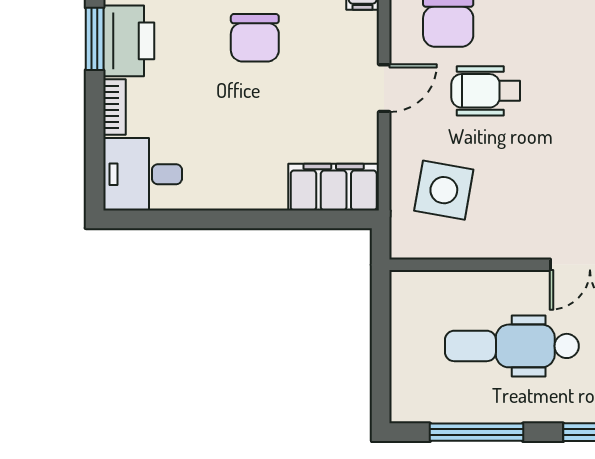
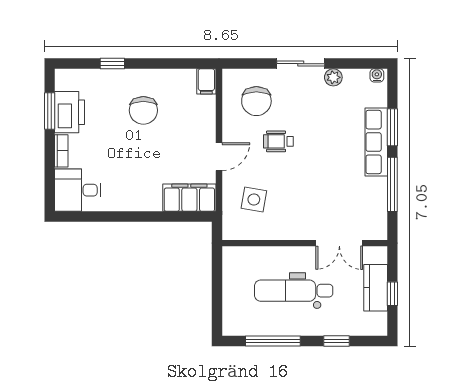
door: (384, 88) -> (219, 157), moved
wheelchair: (486, 91) -> (278, 141), width x0.73, depth x0.73
side table: (444, 190) -> (254, 199), width x0.73, depth x0.73

